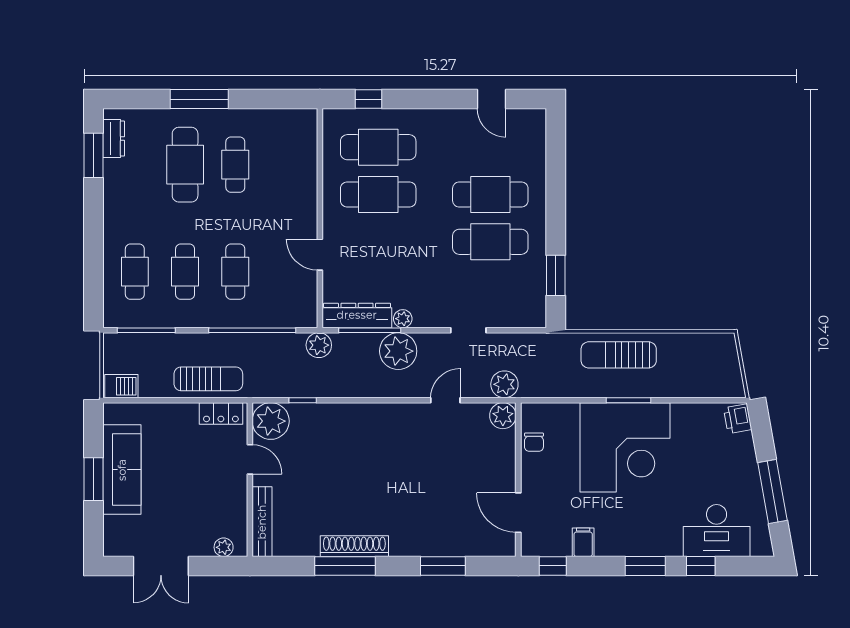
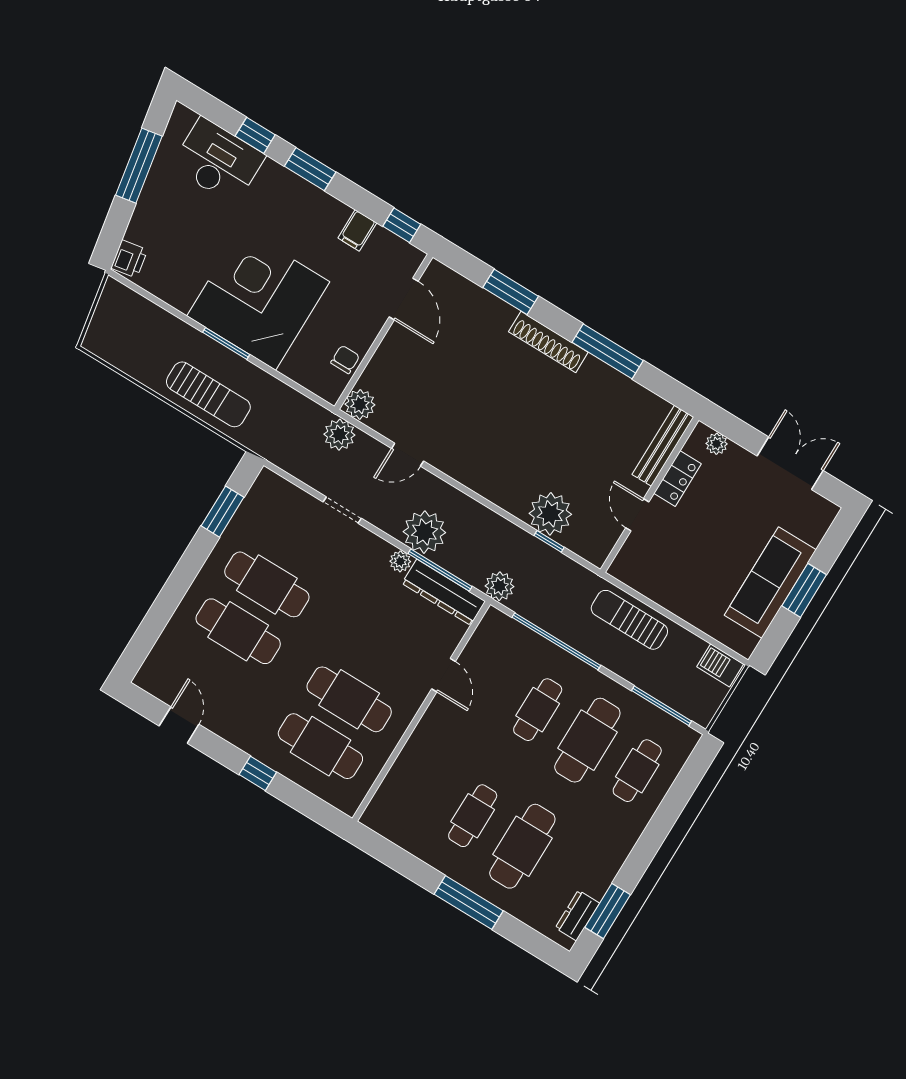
window: (368, 99) -> (258, 773), moved
cafe table: (185, 272) -> (587, 740), width x1.37, depth x1.35
locker: (221, 413) -> (678, 479), moved, turned 90
plant: (271, 421) -> (550, 514), moved
shoe rack: (354, 546) -> (548, 342), moved

